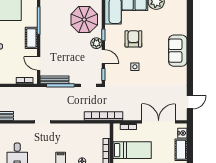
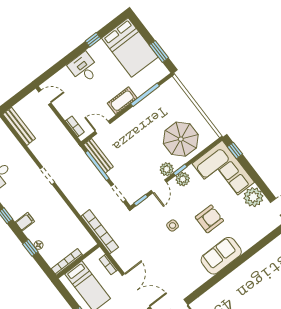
plant: (111, 38) -> (183, 179), added
armchair: (133, 39) -> (209, 219), moved
door: (39, 63) -> (103, 127), hinge flipped

